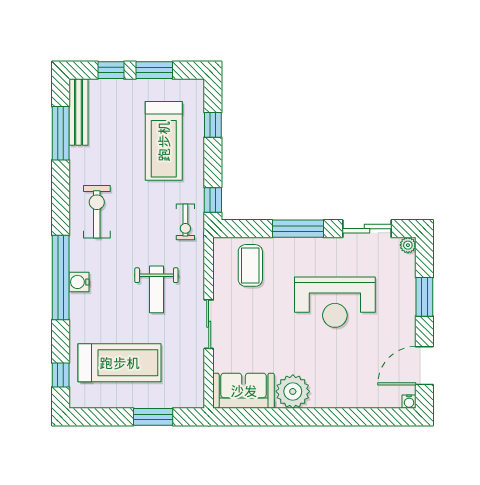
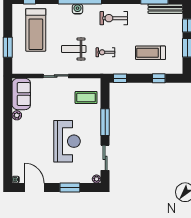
treadmill: (164, 141) -> (150, 53), width x0.73, depth x0.73
exercise bike: (97, 212) -> (114, 18), turned 180
exercise bike: (185, 222) -> (105, 52), moved
reception desk: (335, 302) -> (67, 141), turned 180
plant: (293, 391) -> (17, 115), width x0.53, depth x0.53

